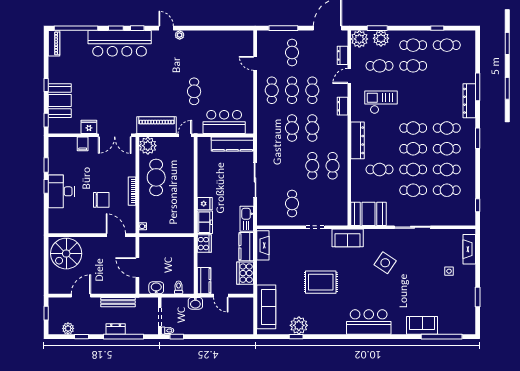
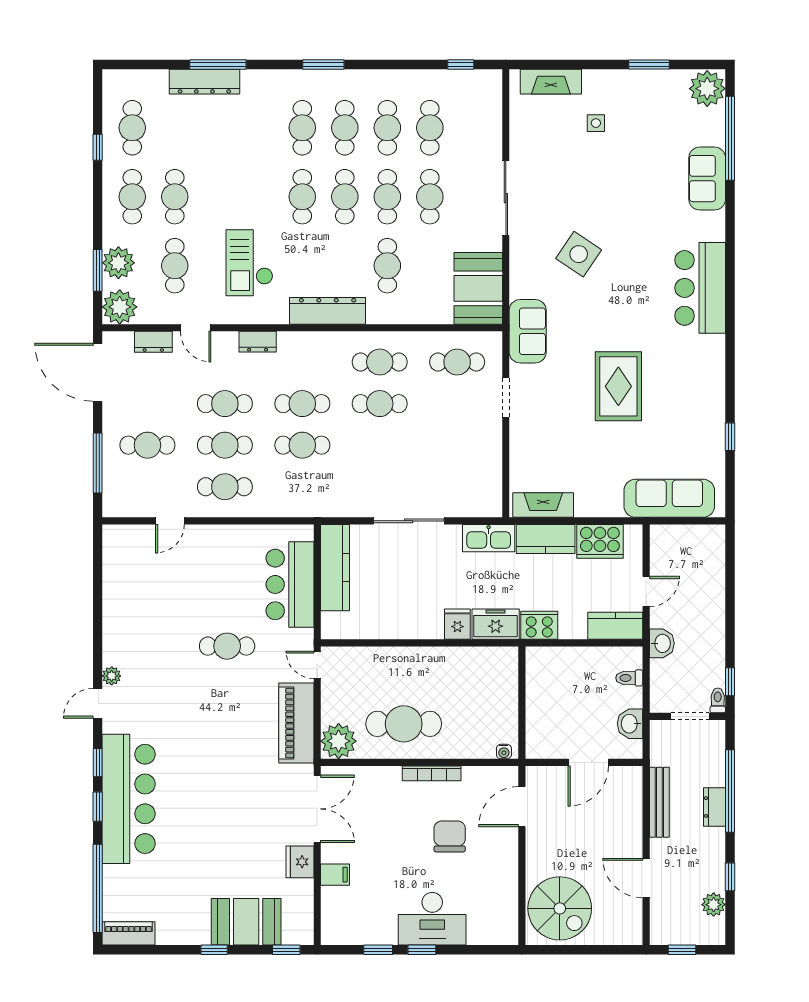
dresser: (469, 101) -> (204, 82), moved
cafe table: (292, 204) -> (457, 362), moved
plant: (299, 325) -> (707, 89), moved

